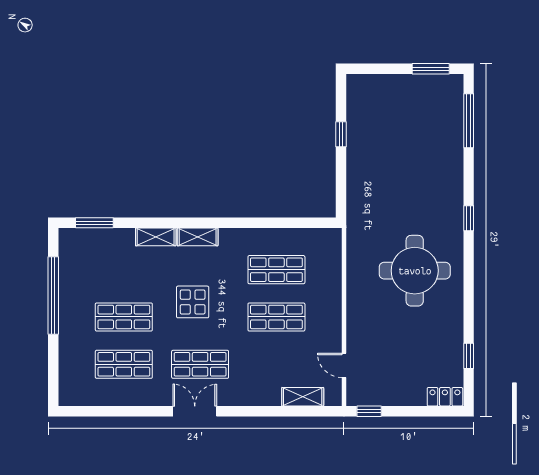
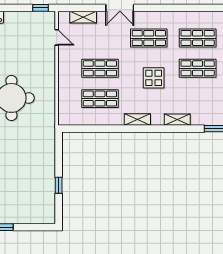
shelving: (198, 237) -> (137, 120), moved
double door: (195, 411) -> (120, 8), moved

